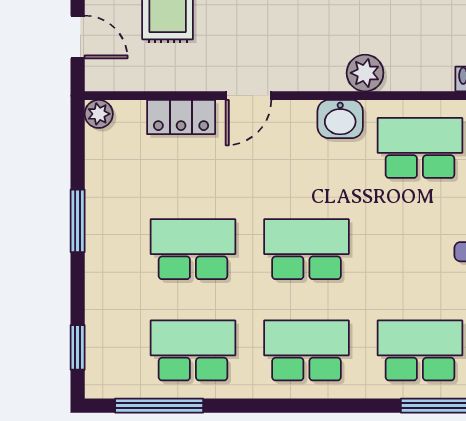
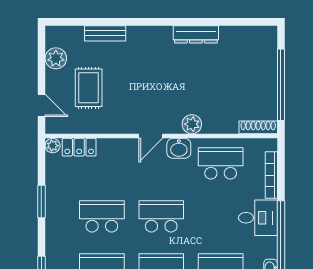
door: (248, 96) -> (151, 136), moved
locker: (181, 117) -> (79, 147), moved

